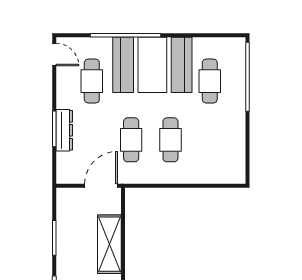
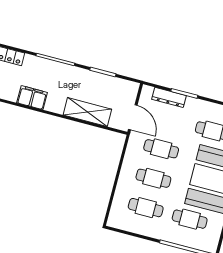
dresser: (64, 130) -> (169, 97), moved
cafe table: (210, 140) -> (146, 208), added

